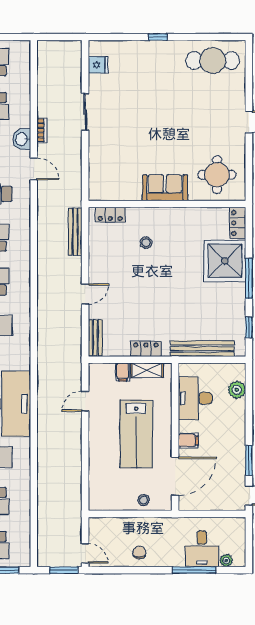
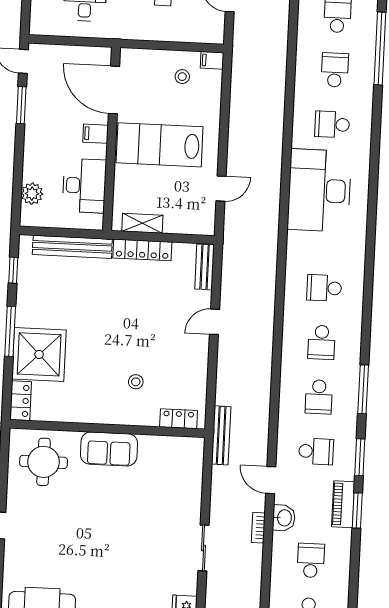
bench: (75, 232) -> (221, 435), moved
locker: (146, 349) -> (142, 250), width x1.53
filing cabinet: (123, 372) -> (212, 60), moved, turned -90
lab bench: (136, 434) -> (160, 145), turned -90
door: (175, 476) -> (114, 90), hinge flipped
stool: (144, 500) -> (182, 77), moved

